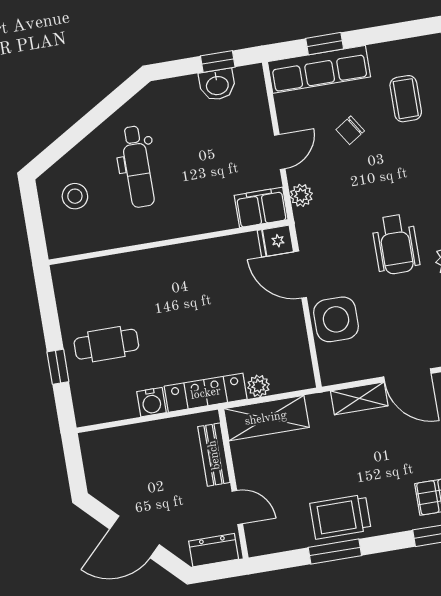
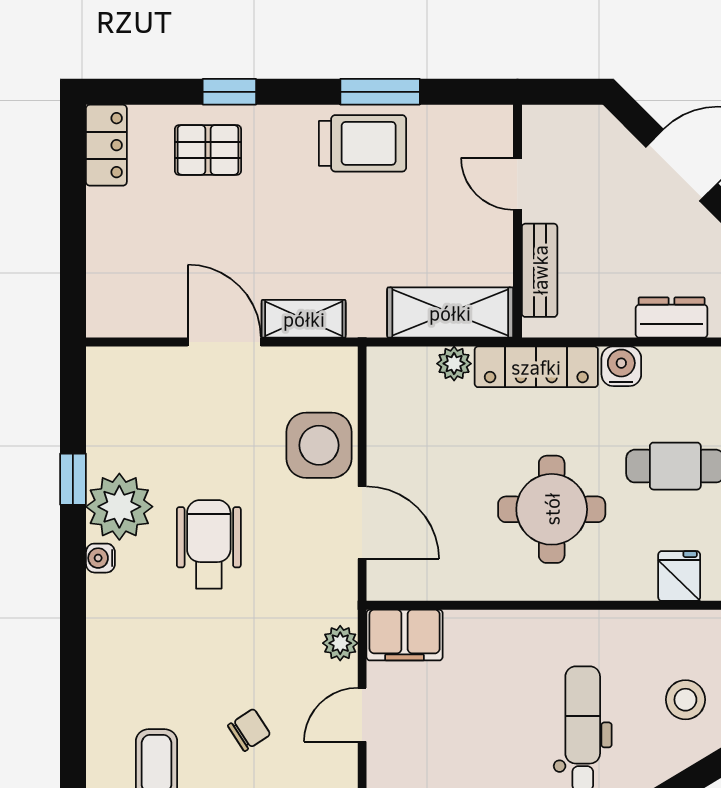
fridge: (275, 241) -> (679, 576), moved, turned -90
round table: (181, 303) -> (552, 509), added
dresser: (214, 550) -> (672, 318), moved, turned 180

